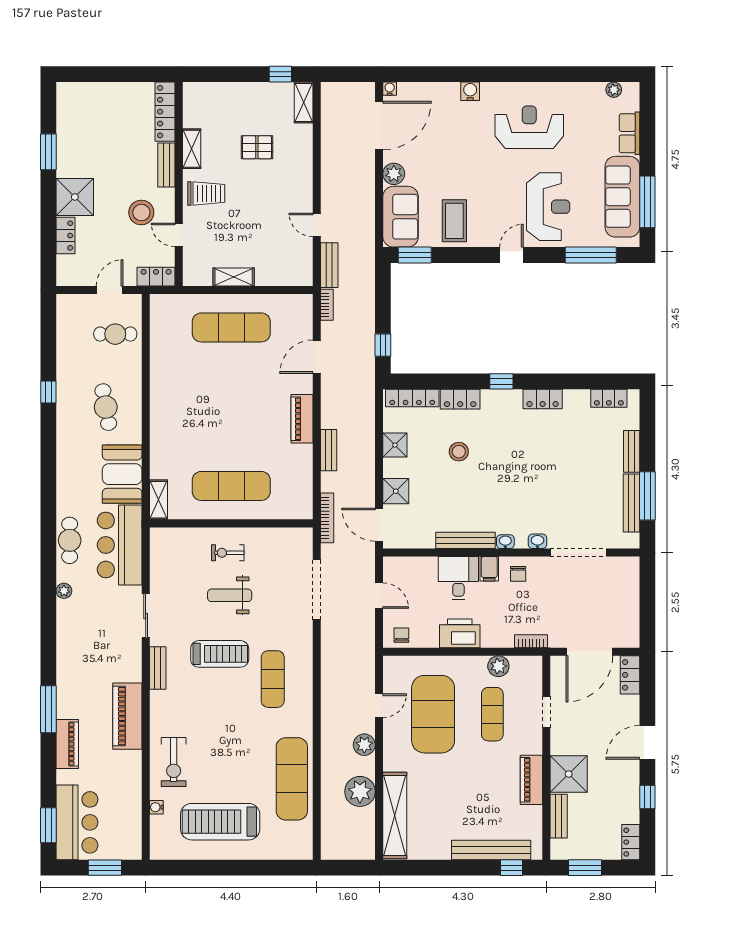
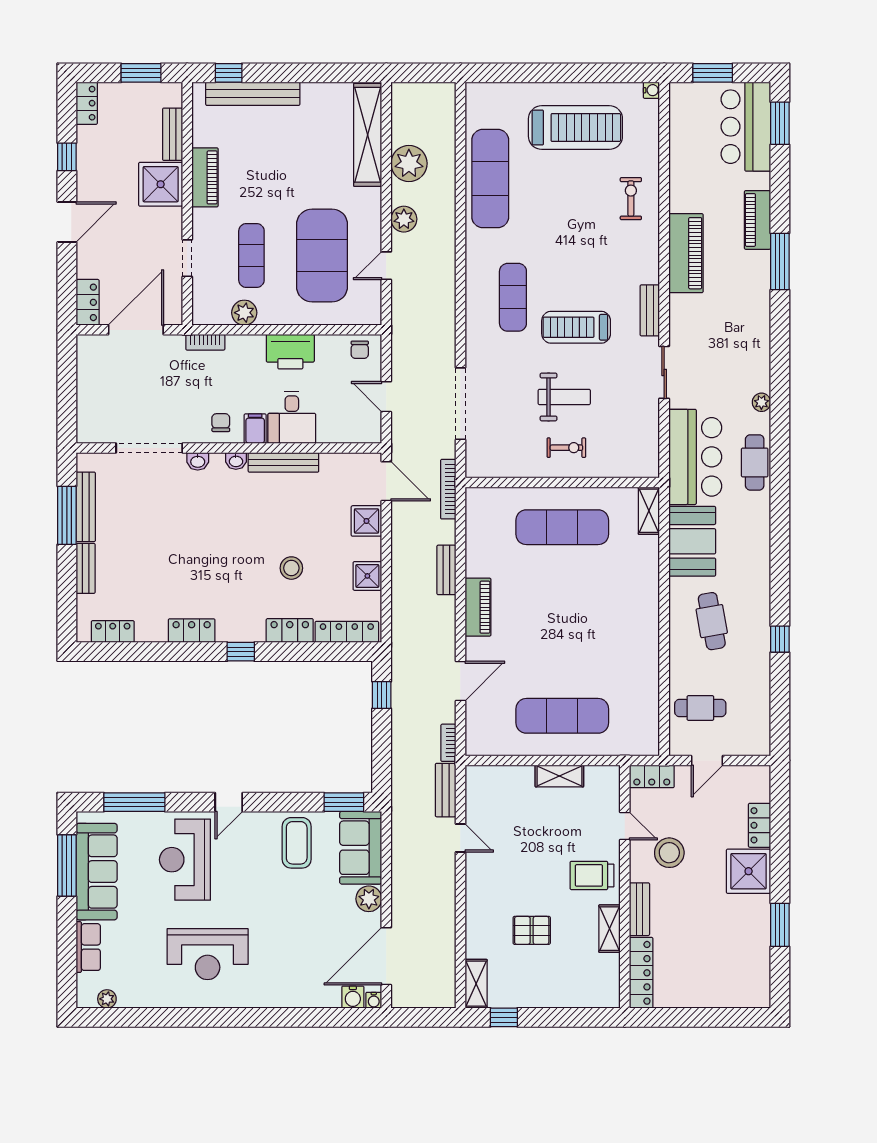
water cooler: (470, 91) -> (353, 997), moved
exercise bike: (174, 762) -> (631, 199), width x0.73, depth x0.72
water cooler: (156, 807) -> (651, 90), moved

